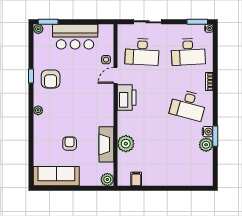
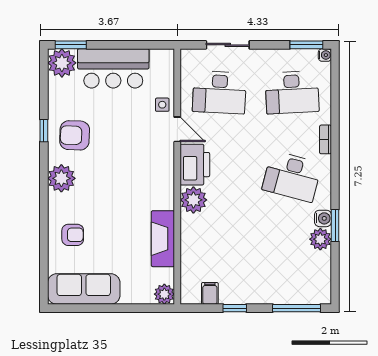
plant: (38, 29) -> (62, 63), width x1.87, depth x1.87
door: (116, 75) -> (177, 129), swing flipped
armchair: (51, 79) -> (75, 135), turned 92
plant: (38, 110) -> (61, 178), width x1.87, depth x1.87
armchair: (70, 144) -> (73, 235), moved, turned 90
plant: (126, 144) -> (193, 200), moved
window: (152, 188) -> (235, 308), added
window: (191, 188) -> (297, 308), added

